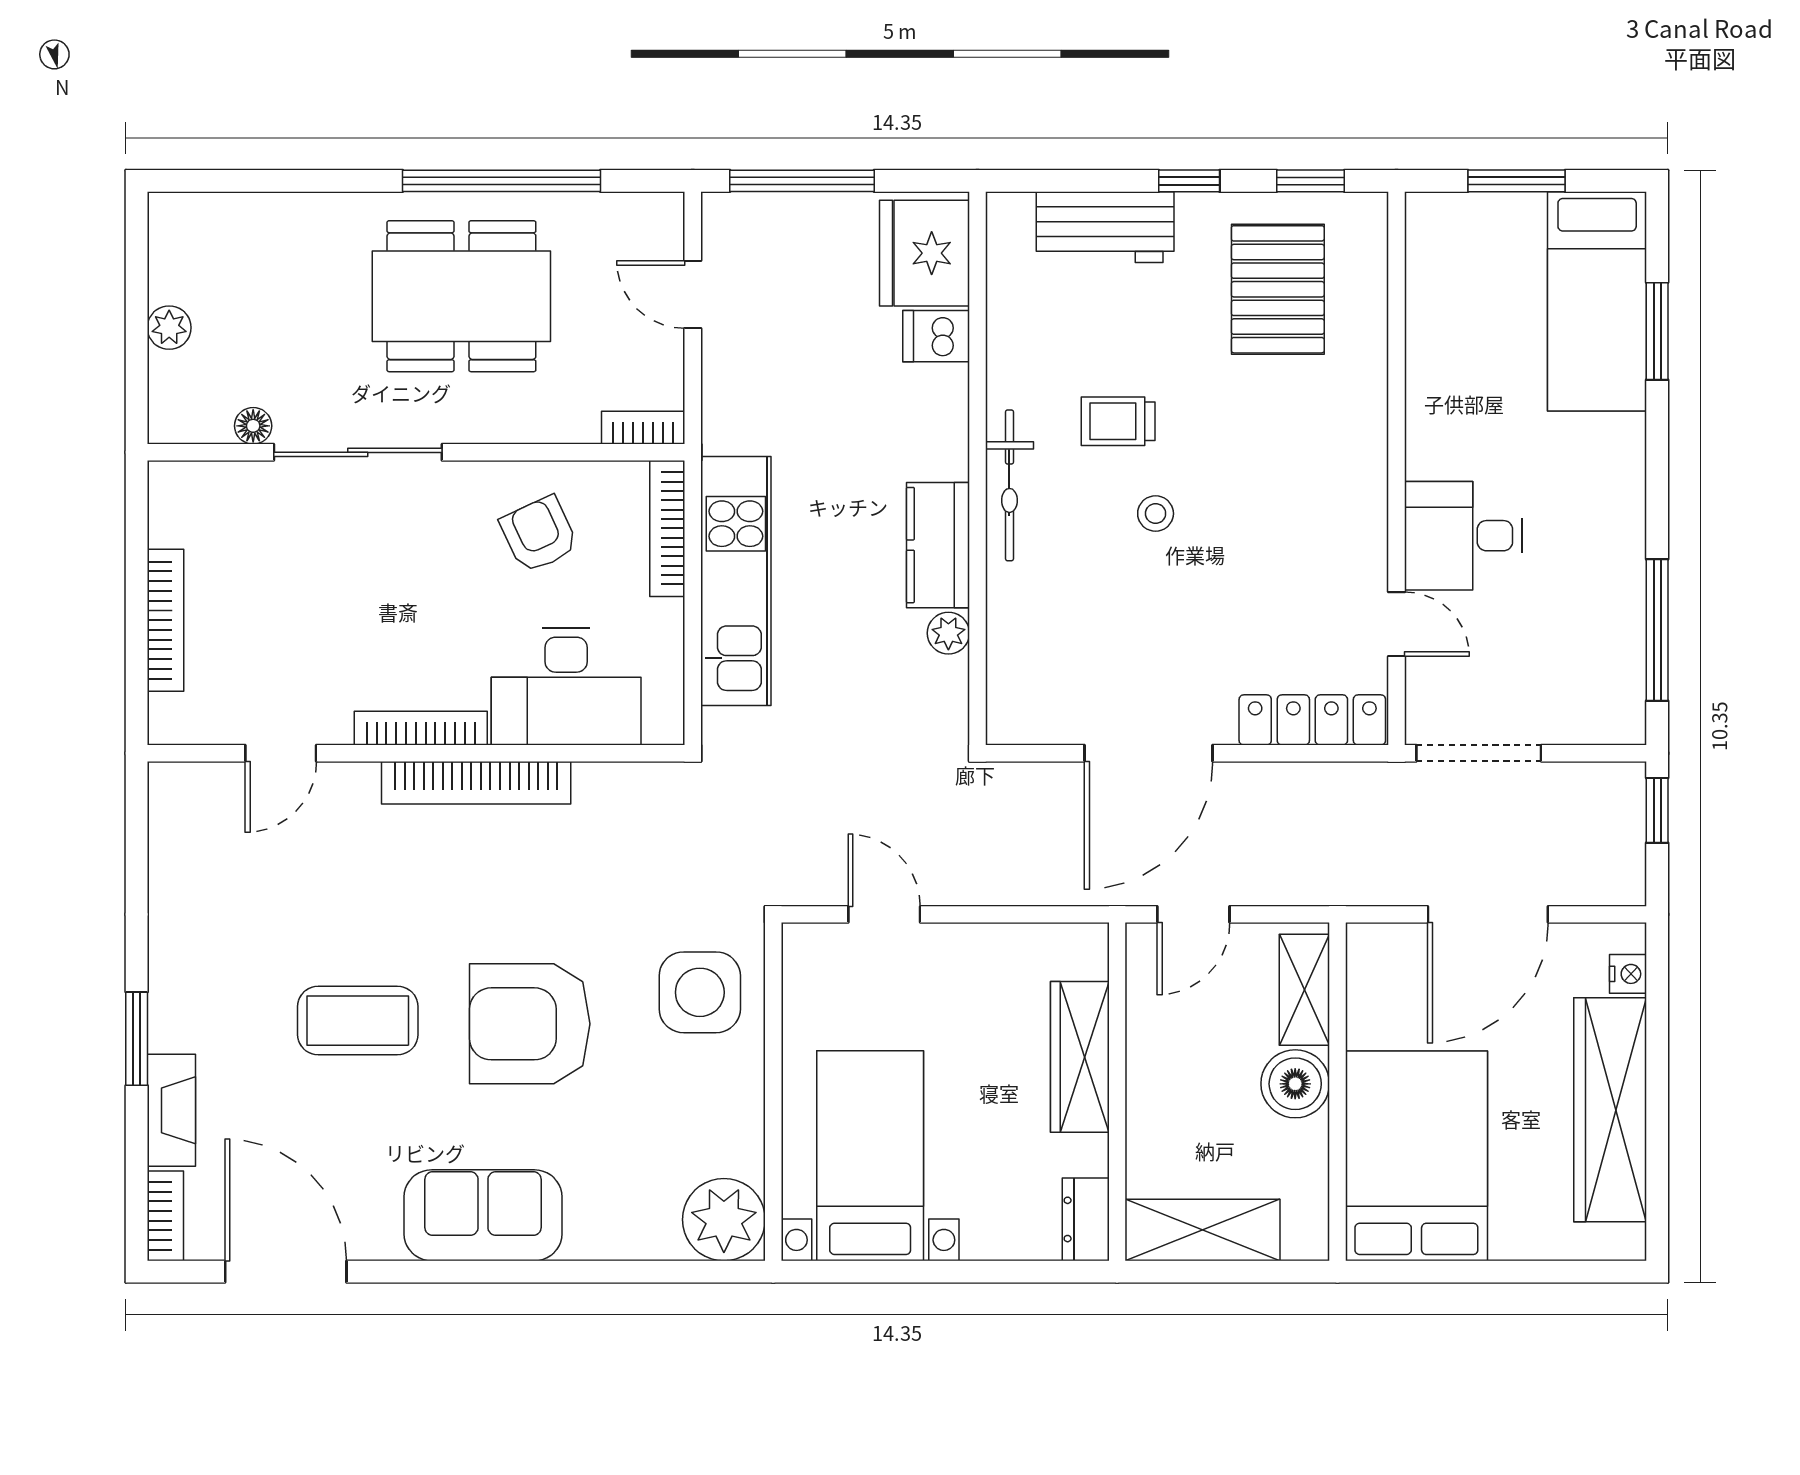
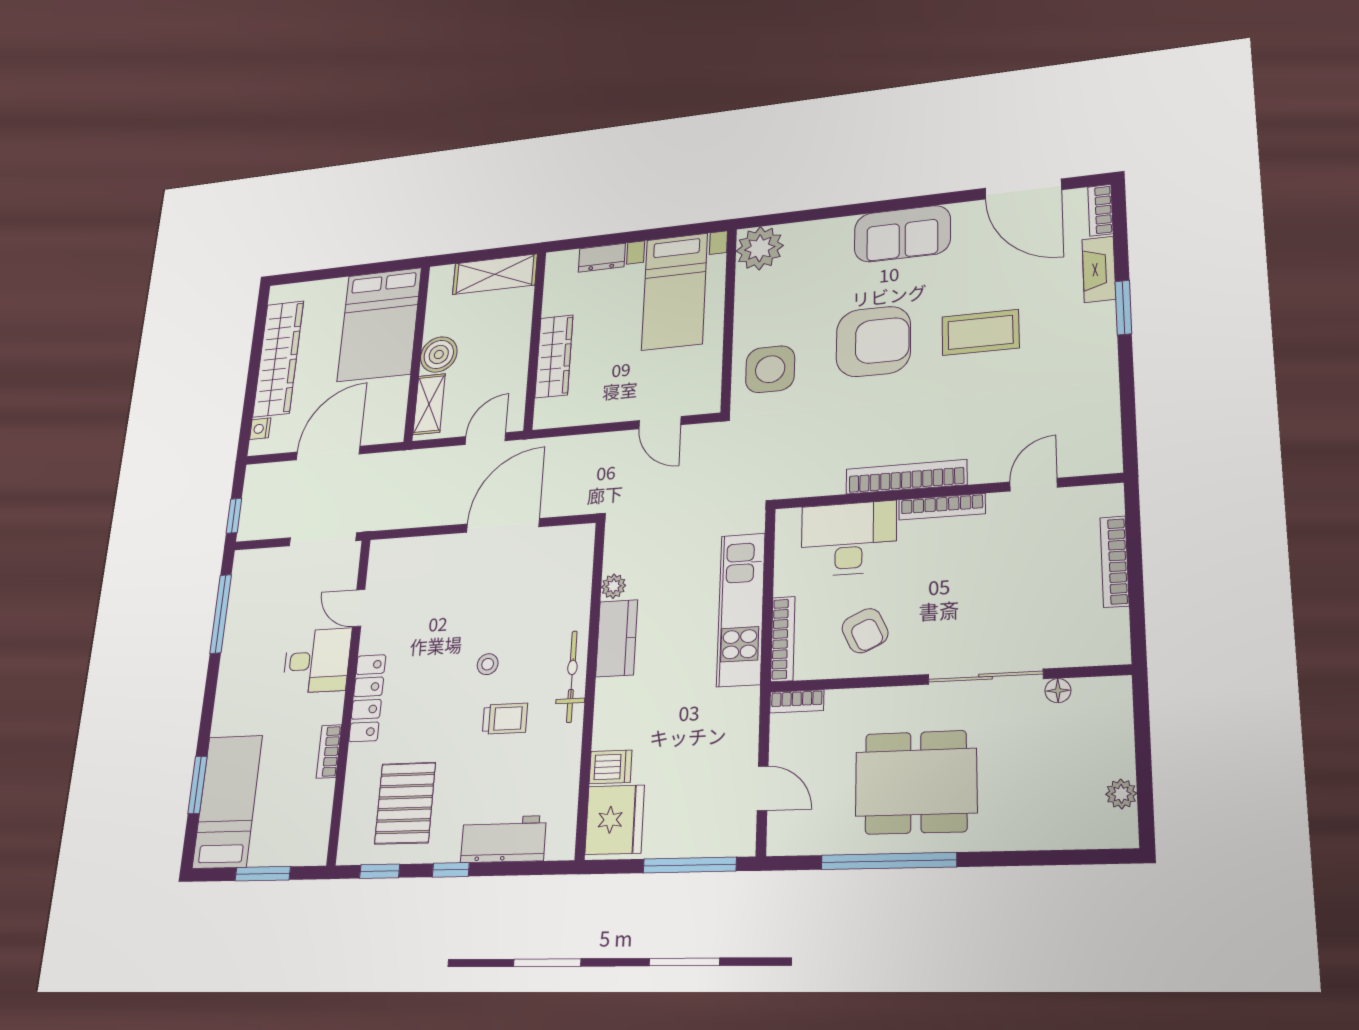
plant: (169, 328) -> (1121, 794), moved
bookcase: (1422, 379) -> (329, 751), added
locker: (1312, 720) -> (367, 698), moved, turned -90
dresser: (1086, 1219) -> (602, 258), moved, turned 90

